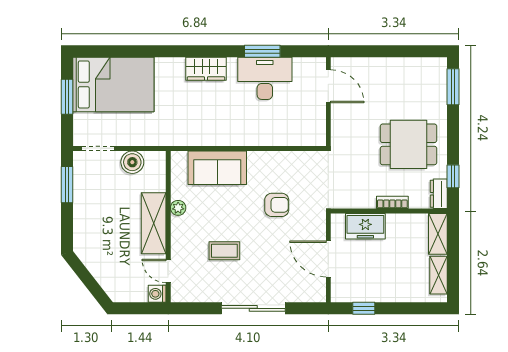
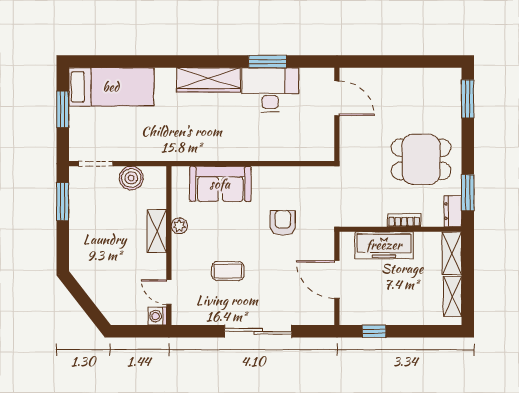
wardrobe: (206, 69) -> (209, 80), width x1.50
bed: (113, 84) -> (111, 87), width x0.67
window: (453, 176) -> (468, 193), width x1.50
armchair: (277, 205) -> (283, 223), turned -90
shelving: (154, 223) -> (157, 231), width x0.67, depth x0.75
freezer: (365, 226) -> (384, 245), width x1.40

